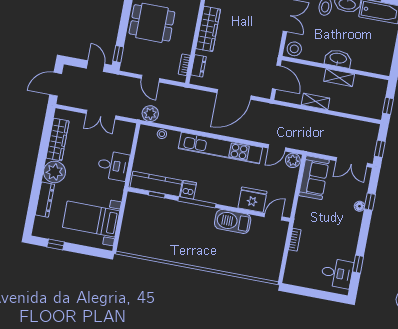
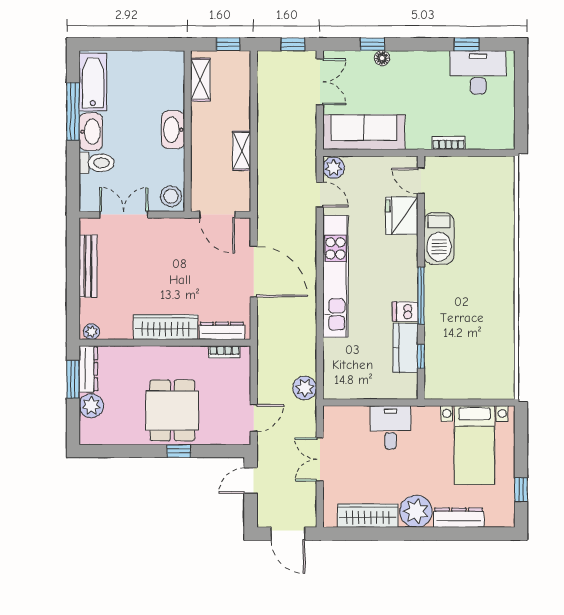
window: (118, 54) -> (179, 451), moved
dresser: (199, 66) -> (222, 331), width x1.44
door: (276, 77) -> (217, 215), swing flipped
shelving: (339, 78) -> (200, 80), moved
door: (150, 79) -> (254, 418), moved
double door: (101, 115) -> (320, 459), swing flipped
stool: (162, 134) -> (331, 365), removed
sofa: (314, 178) -> (364, 132), width x1.36
kitchen counter: (156, 184) -> (405, 348), width x0.67
desk: (337, 273) -> (478, 72), width x1.37

